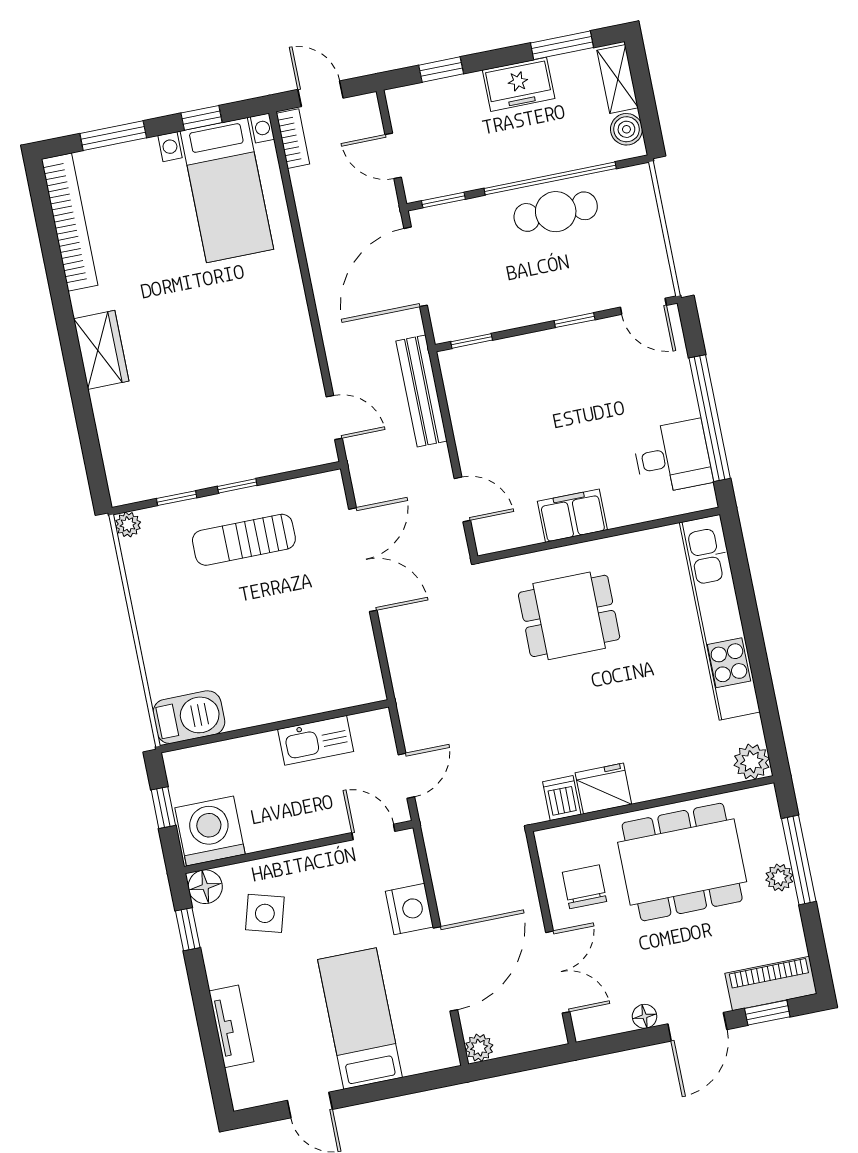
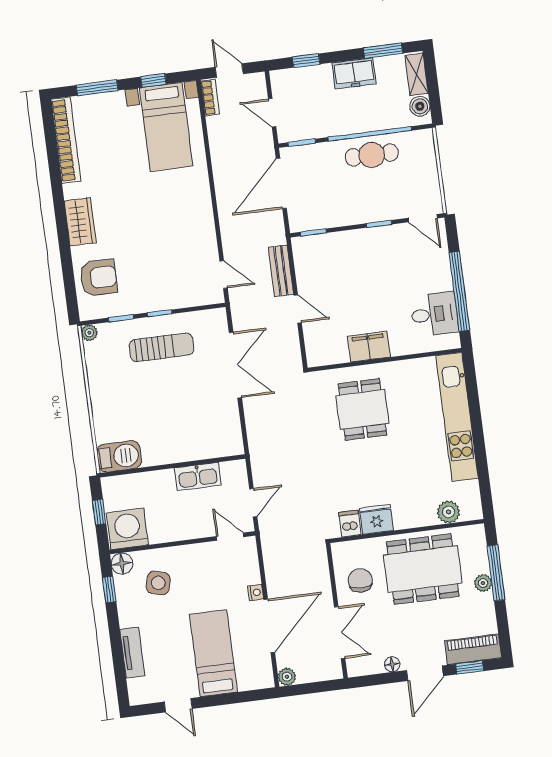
bench: (422, 391) -> (281, 271), width x0.73
armchair: (136, 436) -> (98, 278), added
door: (462, 499) -> (298, 309), moved
sun lounger: (244, 540) -> (161, 347), turned 180
dining table: (569, 616) -> (362, 409), turned 90
plant: (752, 762) -> (449, 512), moved
nightstand: (409, 909) -> (256, 592), width x0.53, depth x0.56

